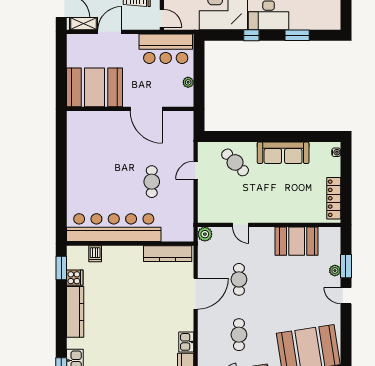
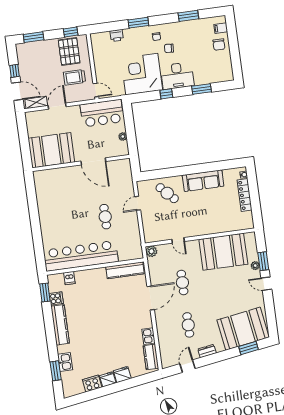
locker: (334, 198) -> (245, 195), moved
booth: (297, 241) -> (223, 252), width x1.36, depth x1.42

